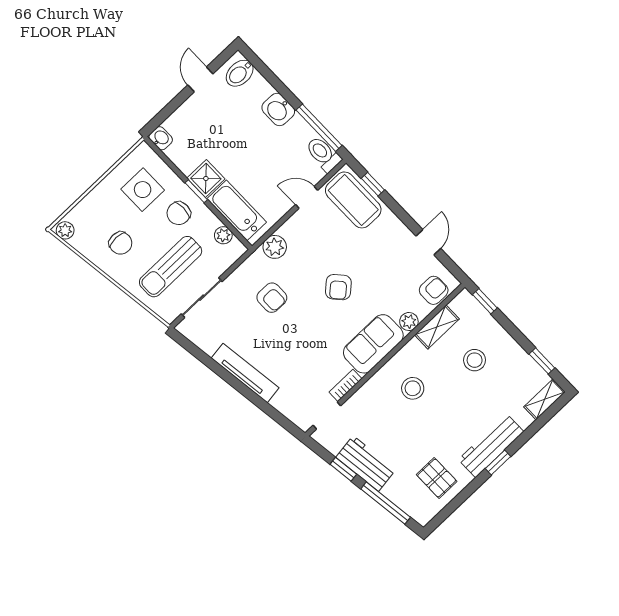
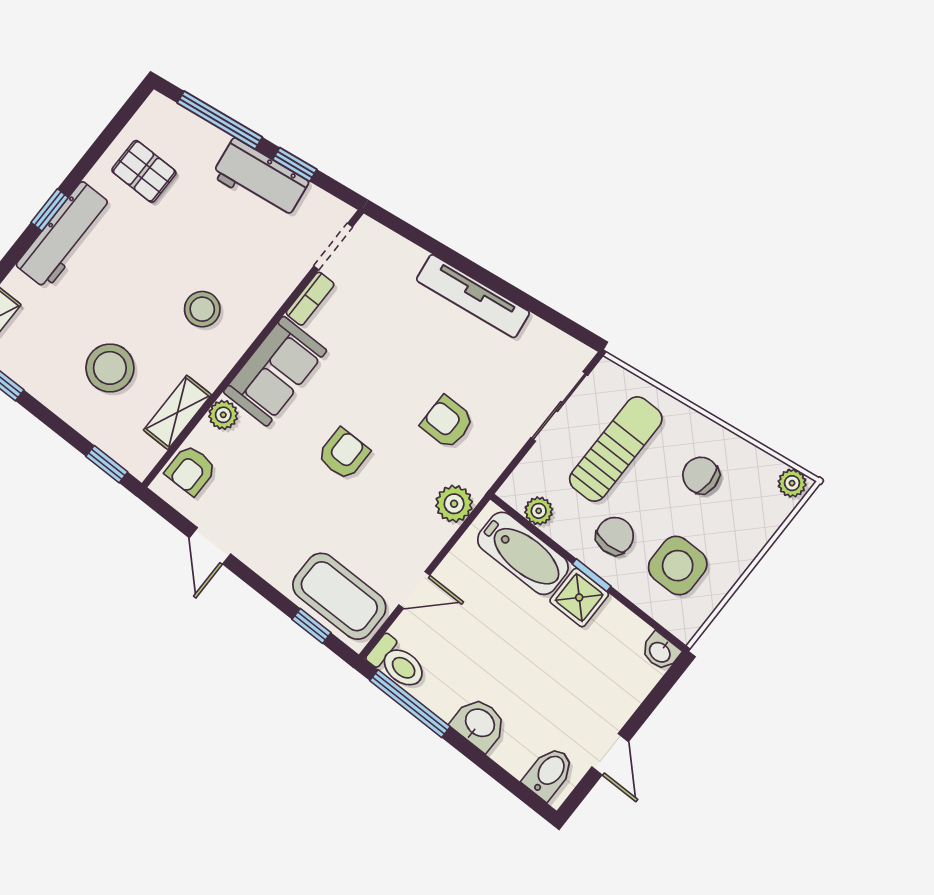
armchair: (338, 287) -> (344, 454), turned 42
stool: (475, 360) -> (110, 368), width x1.38, depth x1.38

